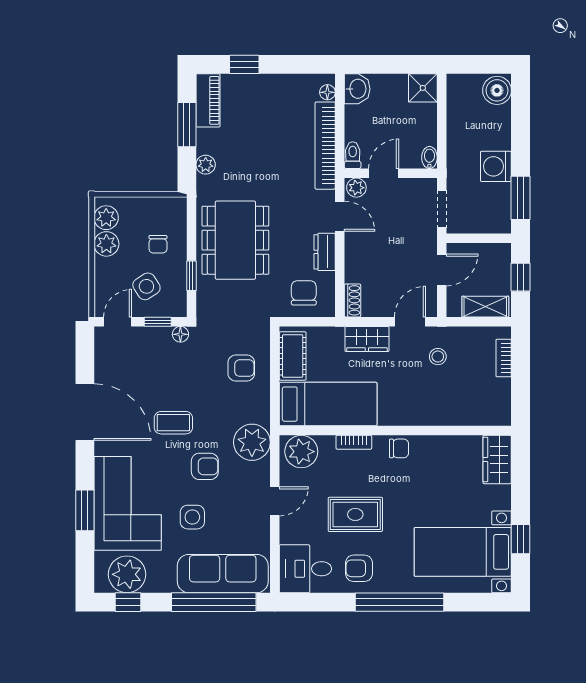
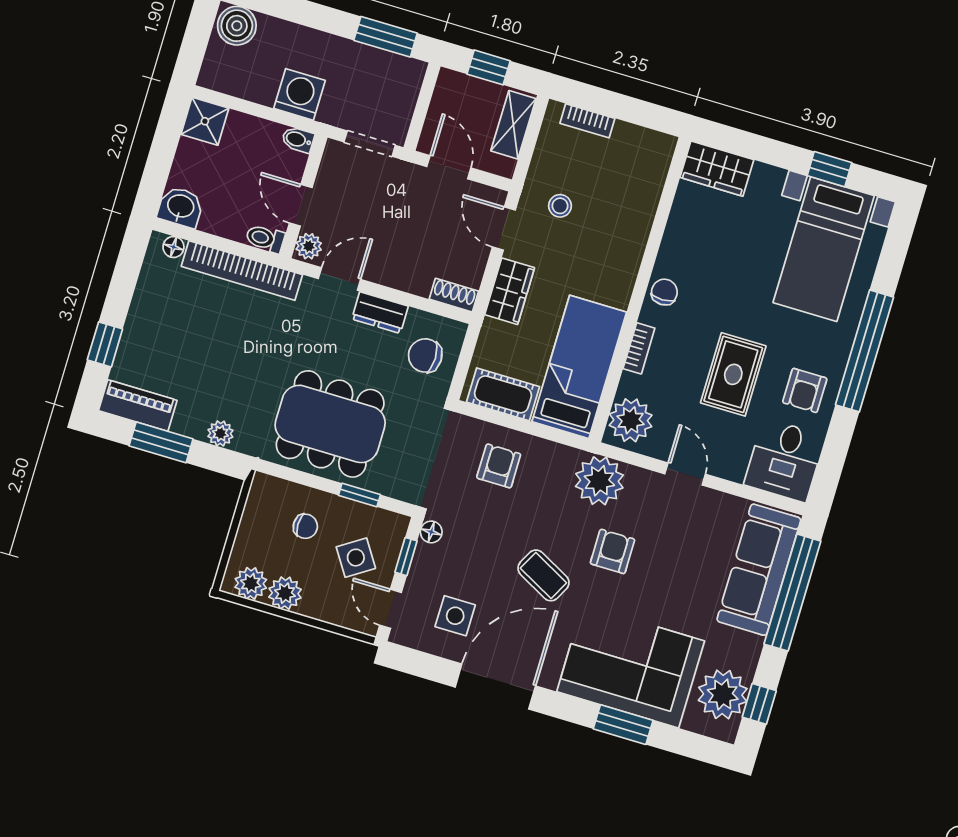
washing machine: (496, 166) -> (300, 94), moved, turned 180
coffee table: (173, 423) -> (543, 575), turned -62
side table: (192, 517) -> (455, 616), moved

